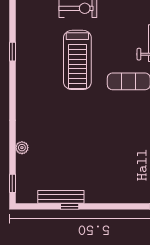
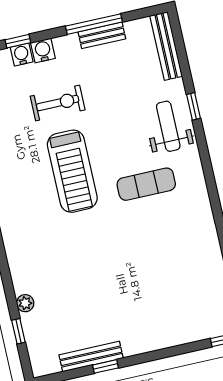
window: (12, 183) -> (18, 331), moved

